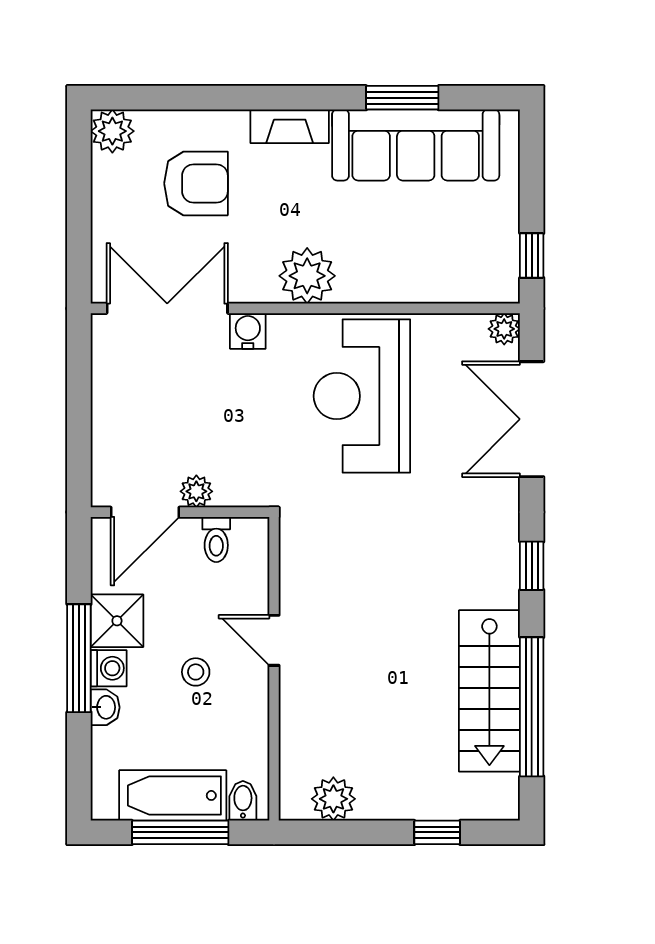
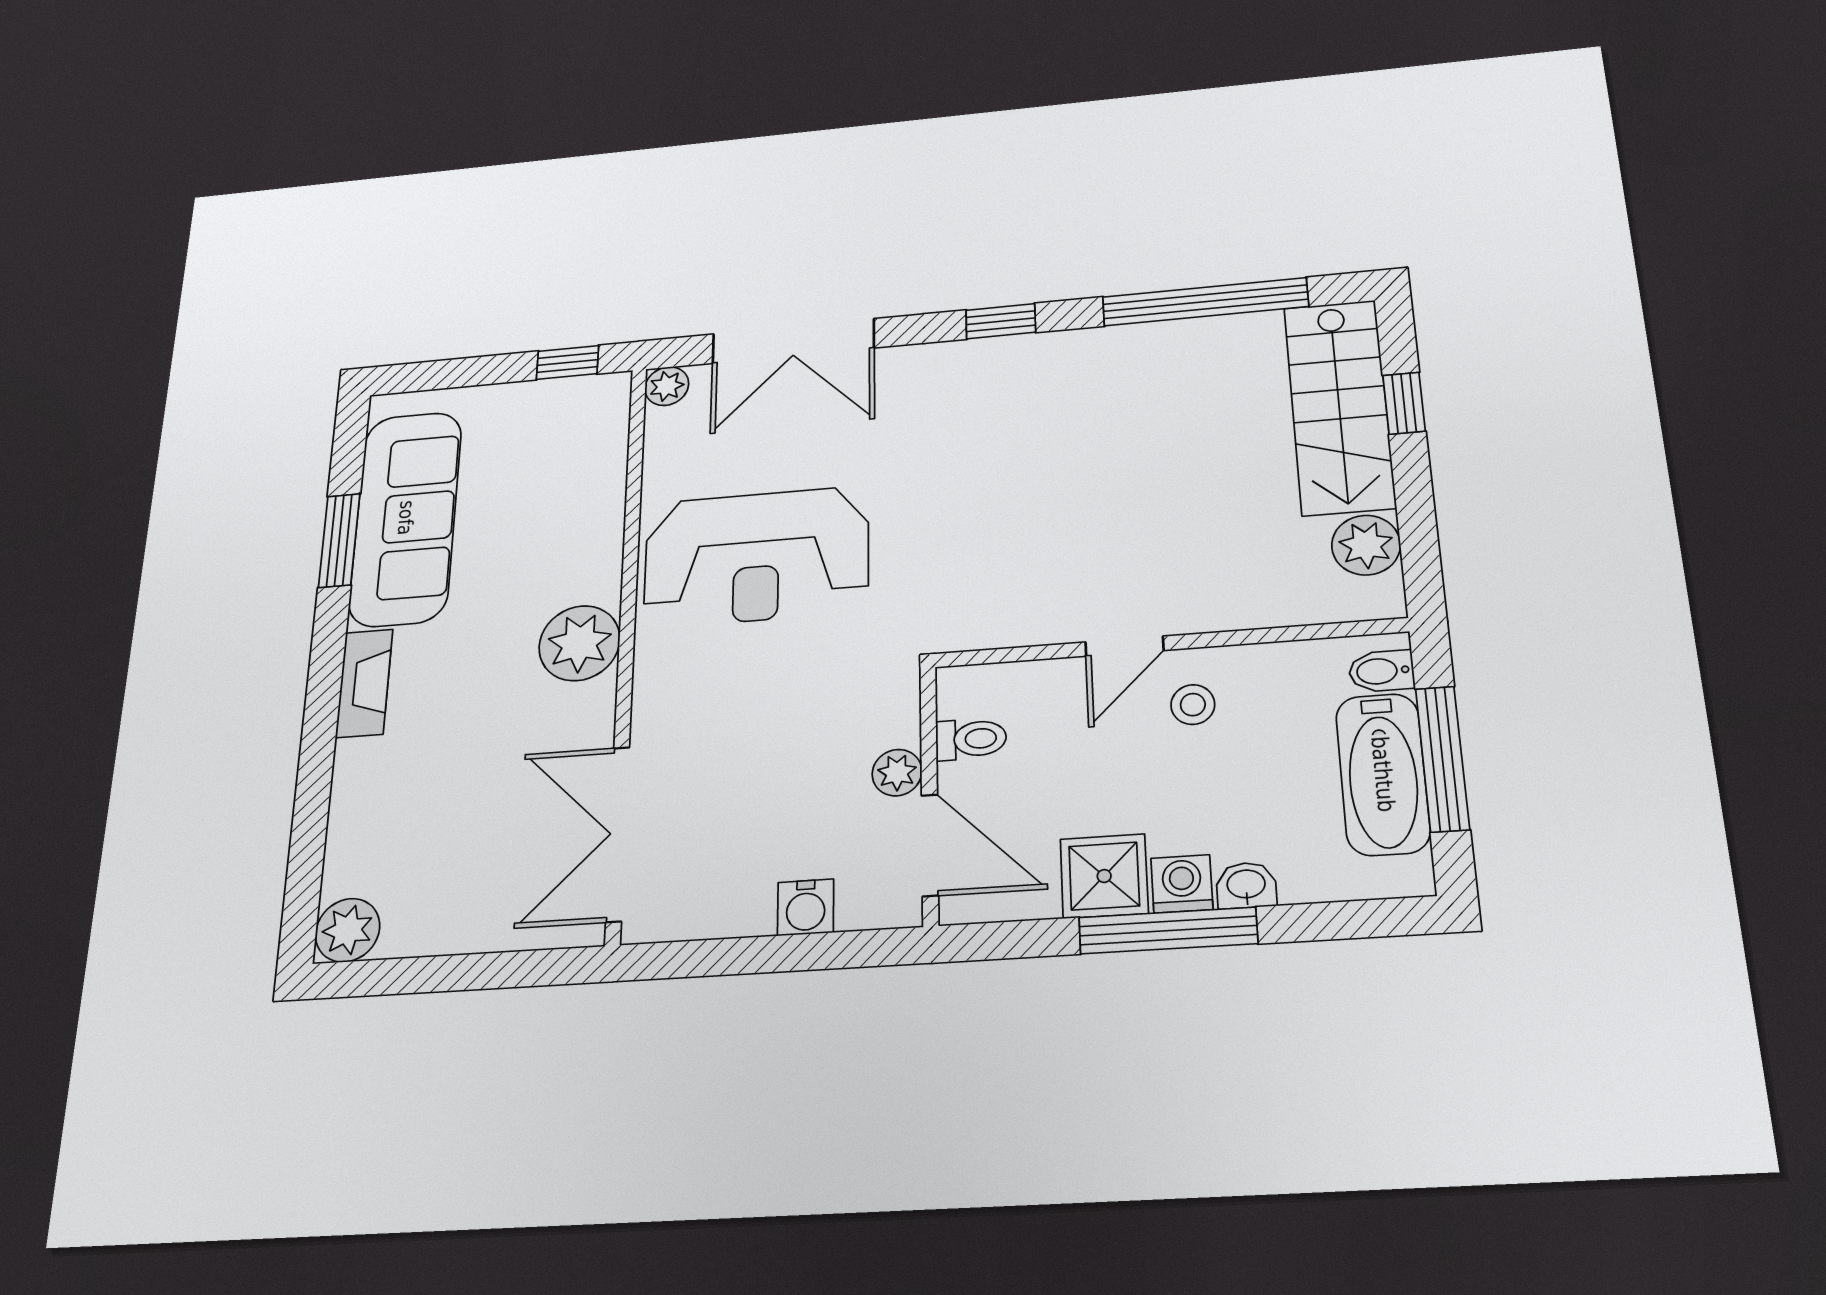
armchair: (196, 183) -> (435, 805), removed
water cooler: (248, 331) -> (806, 907), moved, turned -90
stool: (196, 672) -> (1193, 705), moved
stairs: (489, 691) -> (1339, 406), moved, turned 90

